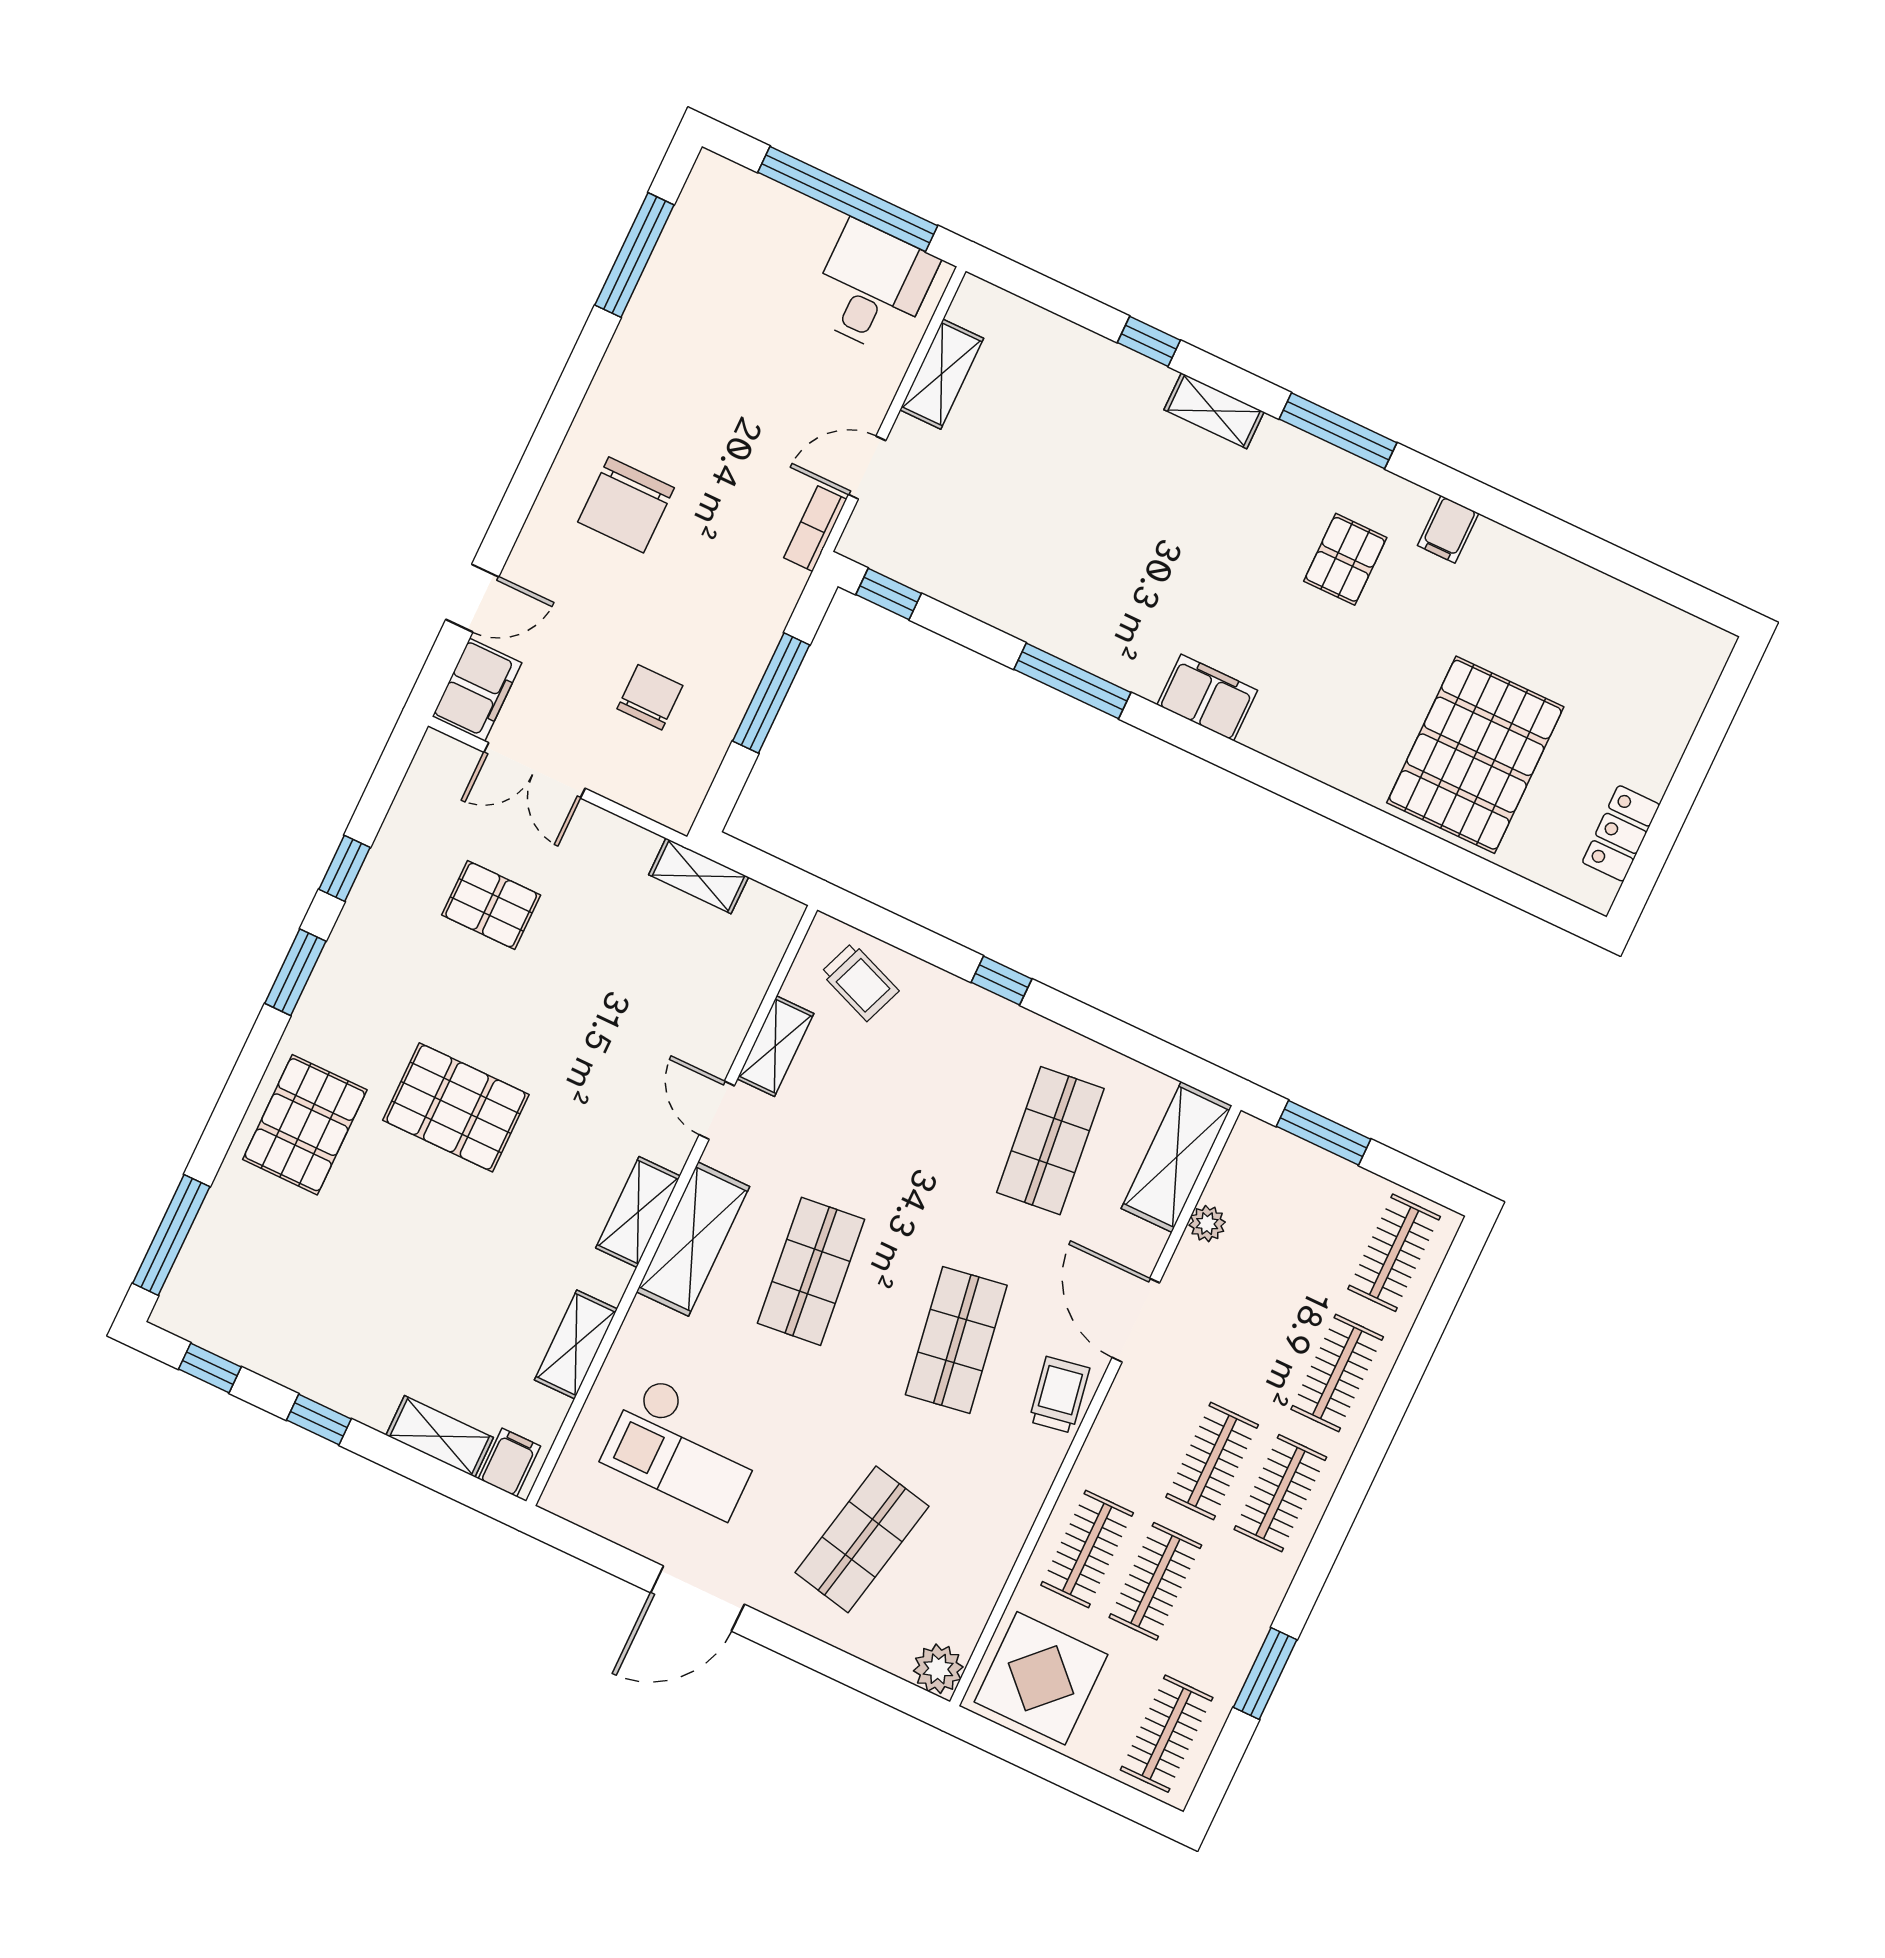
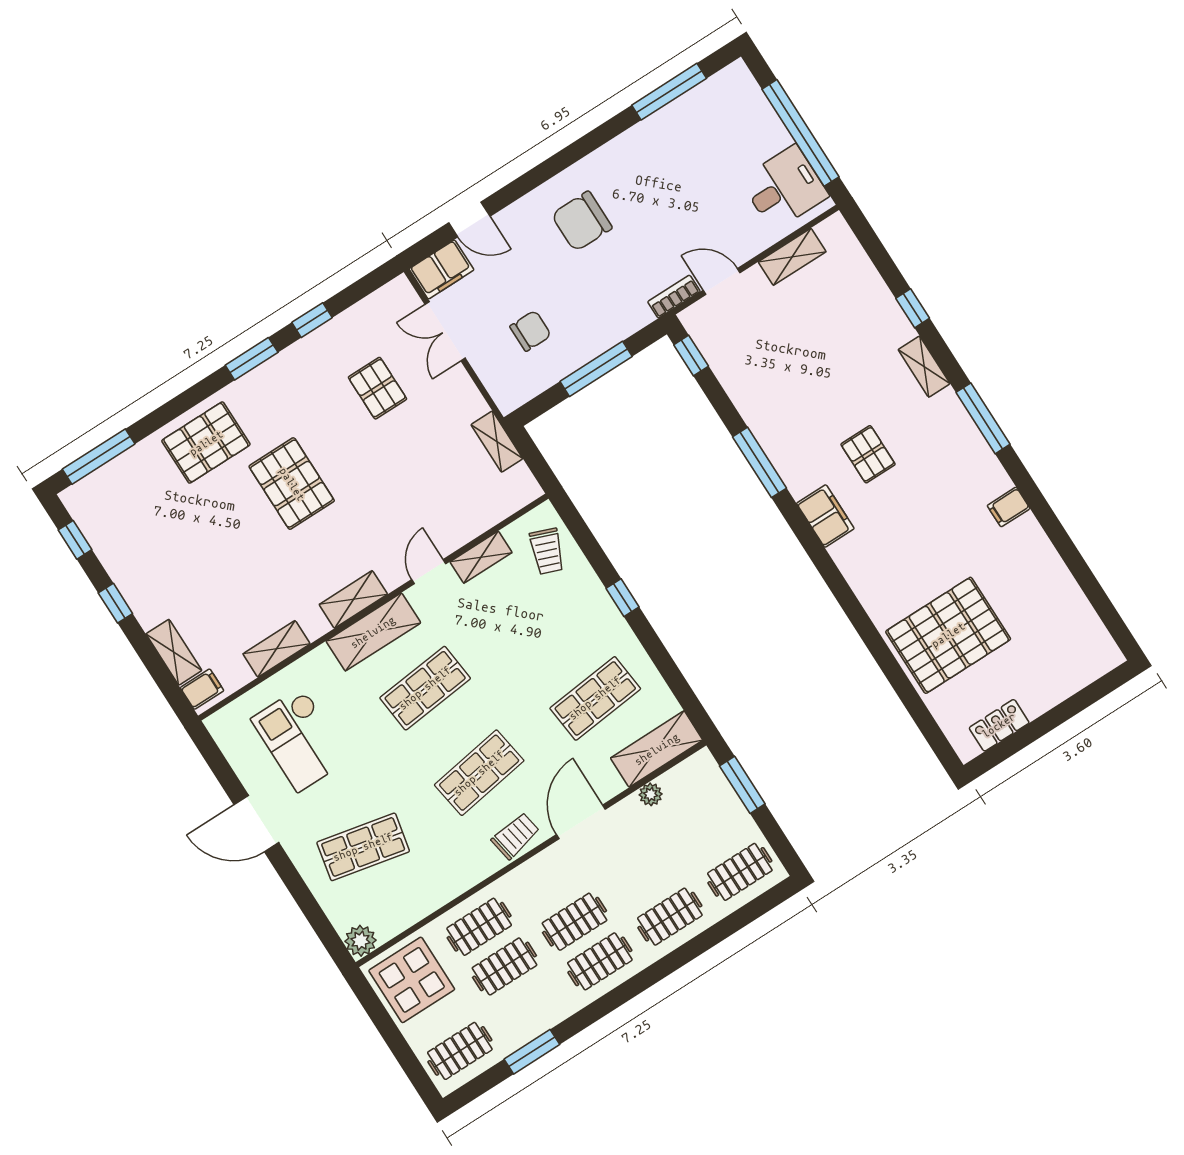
pallet: (1345, 559) -> (868, 454), moved, turned 90

